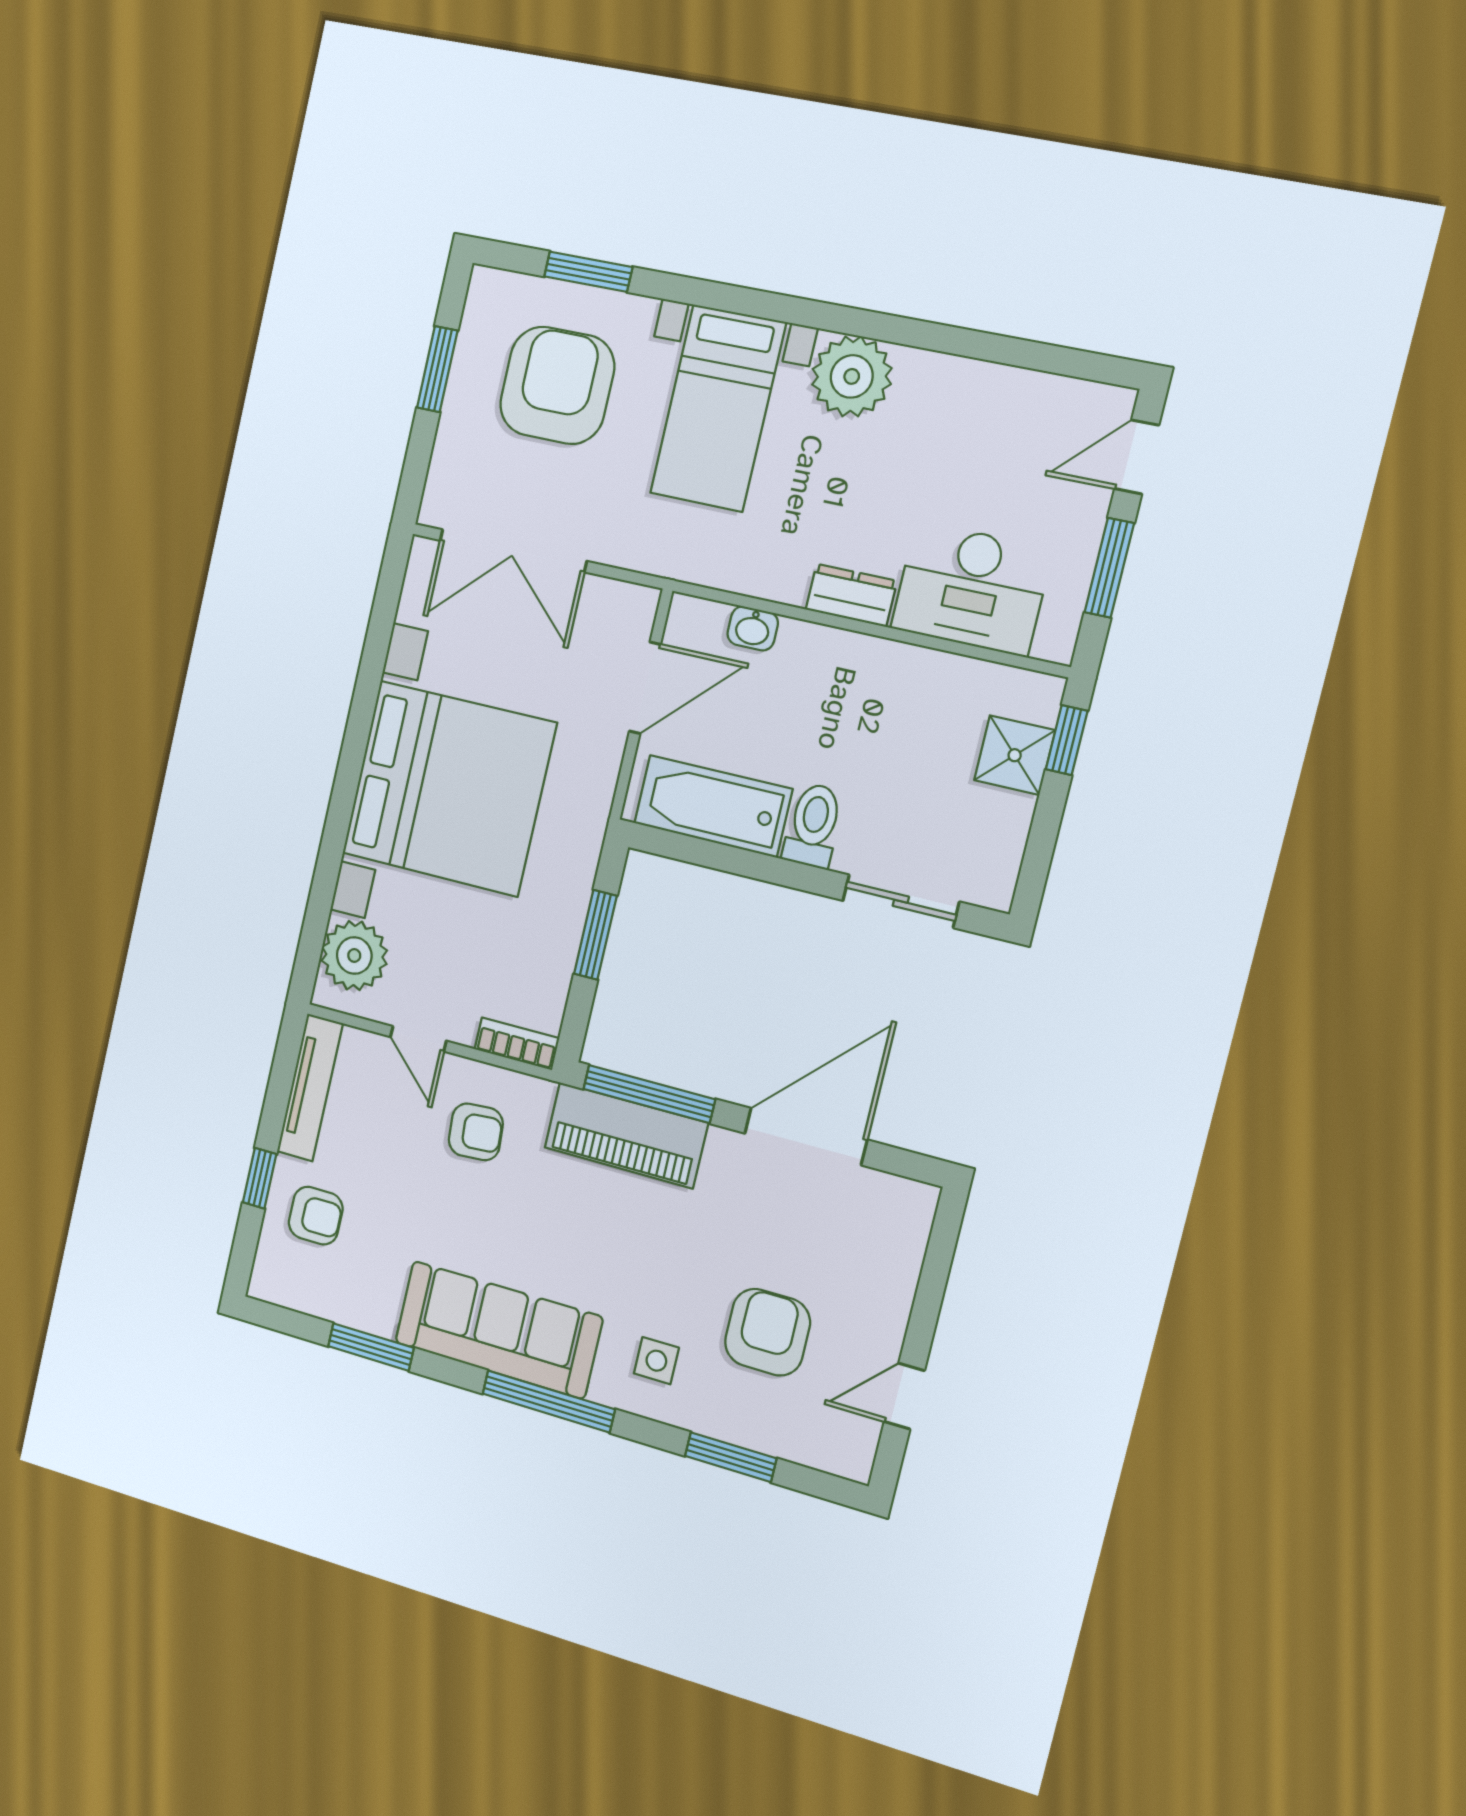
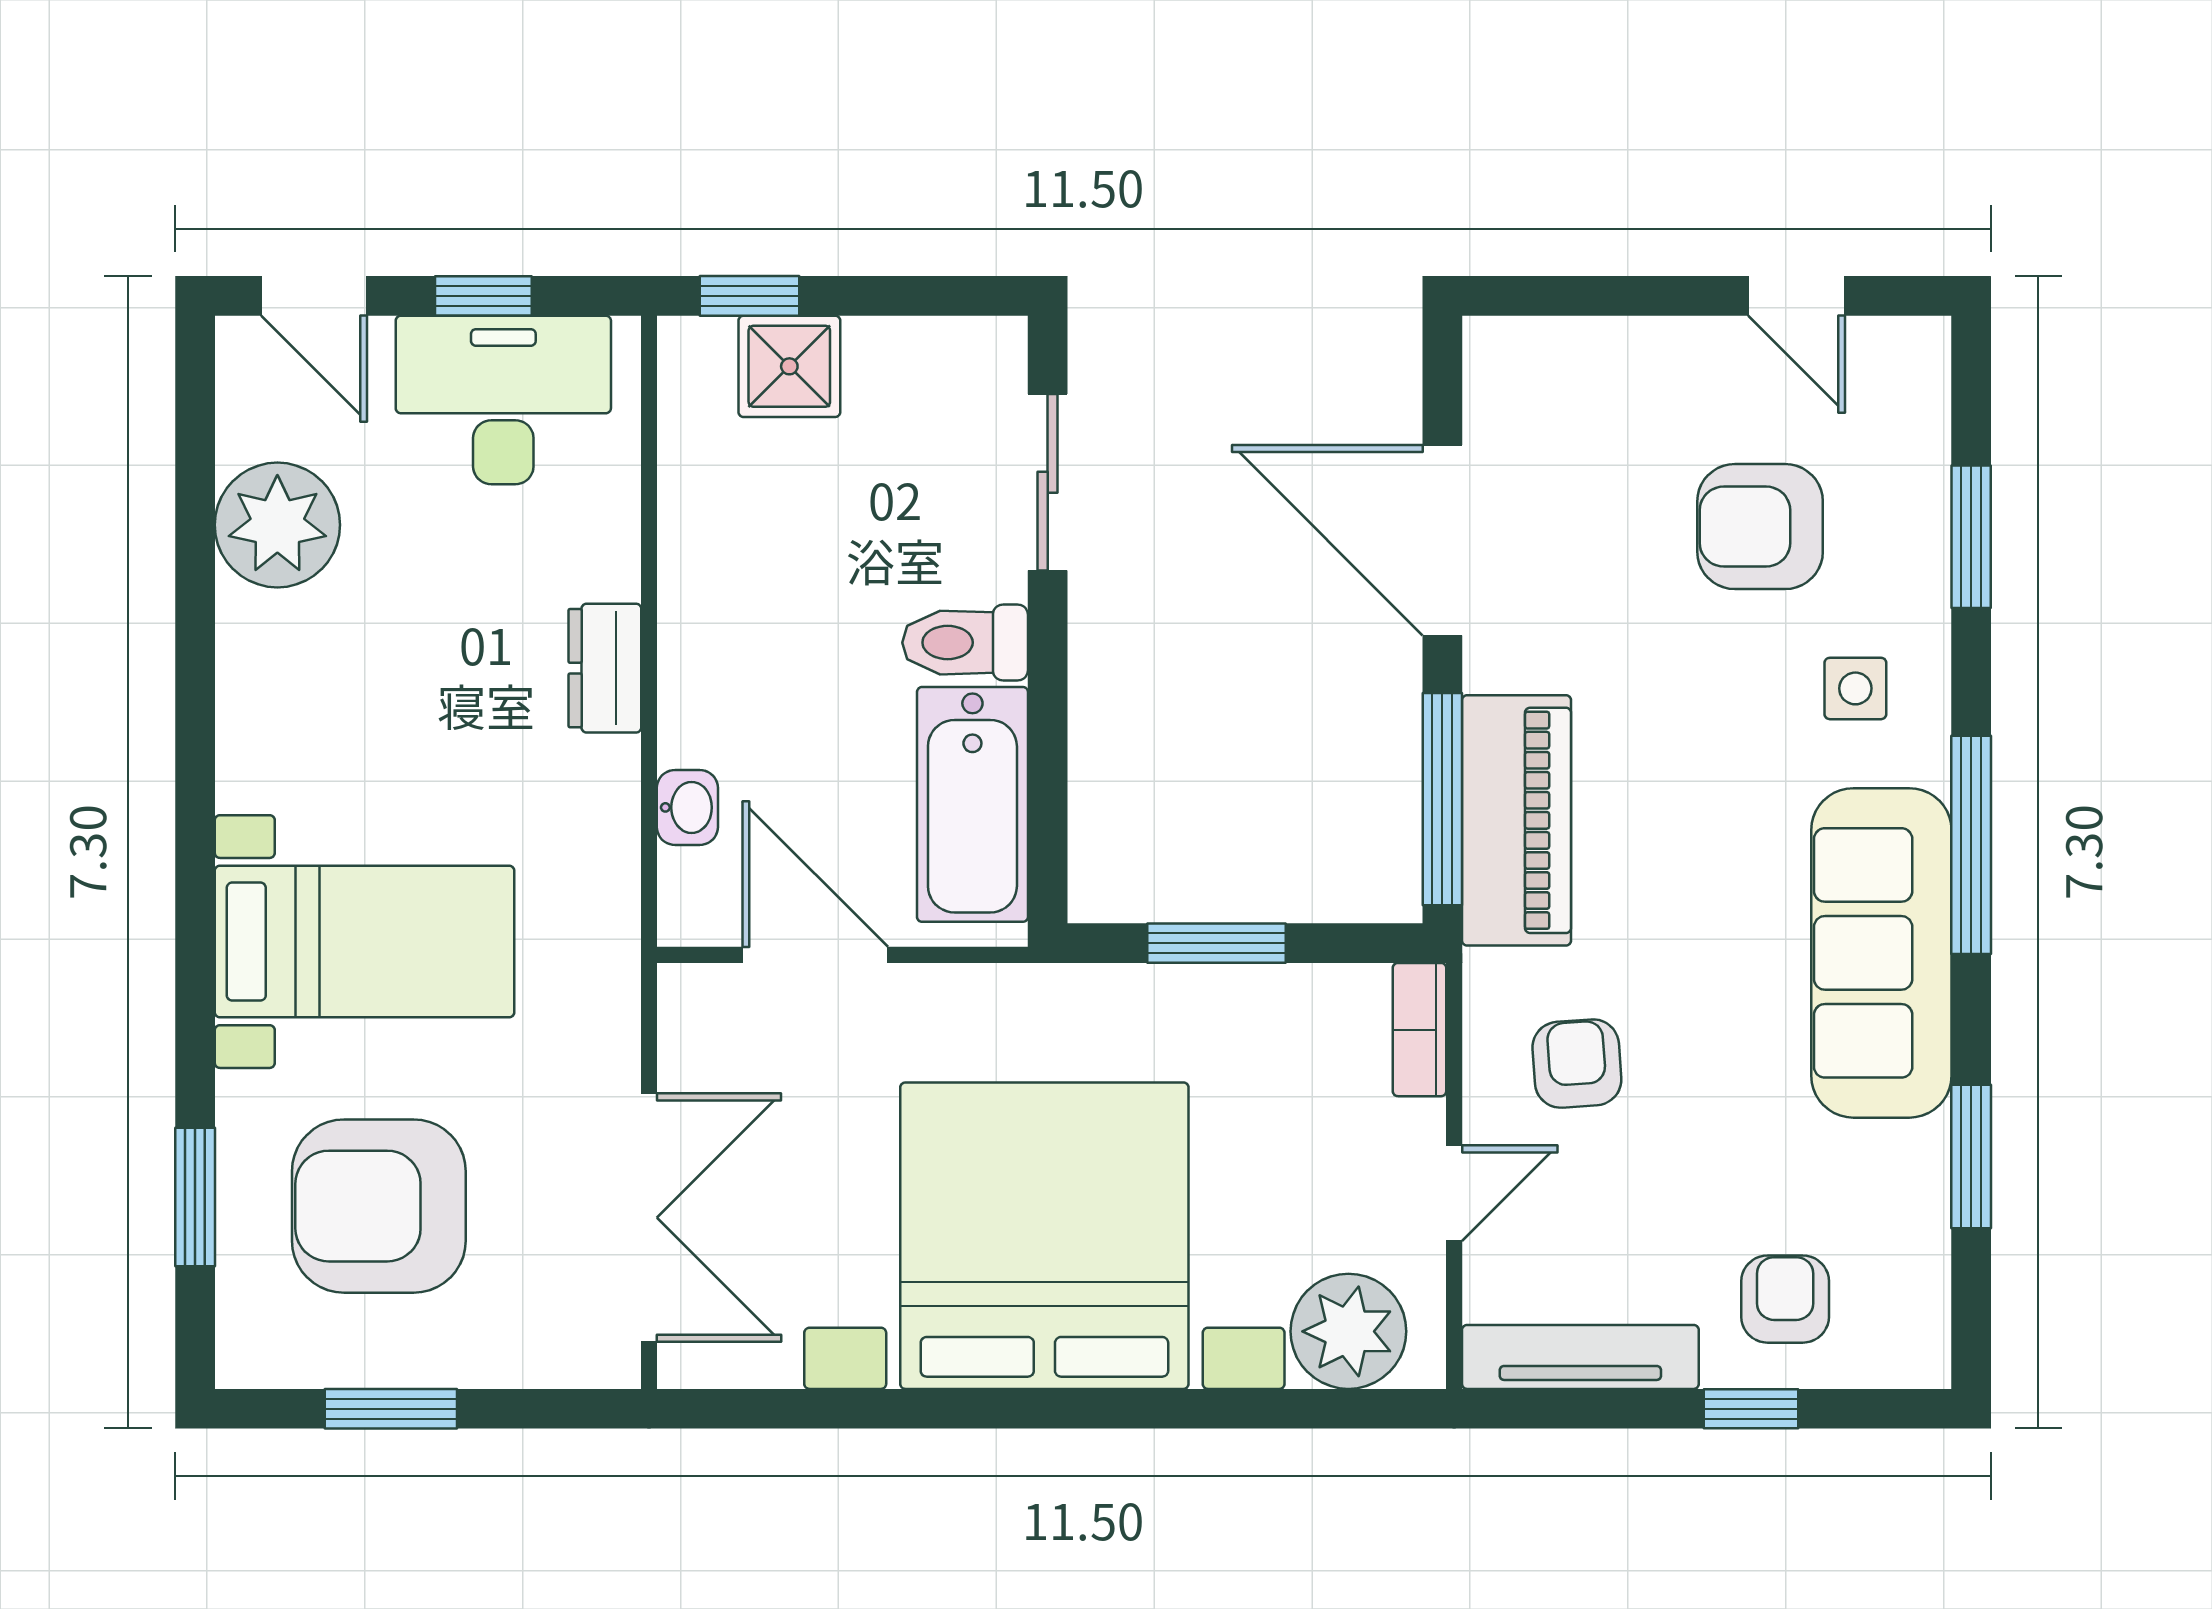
plant: (852, 376) -> (277, 525), moved
window: (1109, 568) -> (483, 296), width x0.67
desk: (971, 589) -> (503, 400), moved, turned -90

